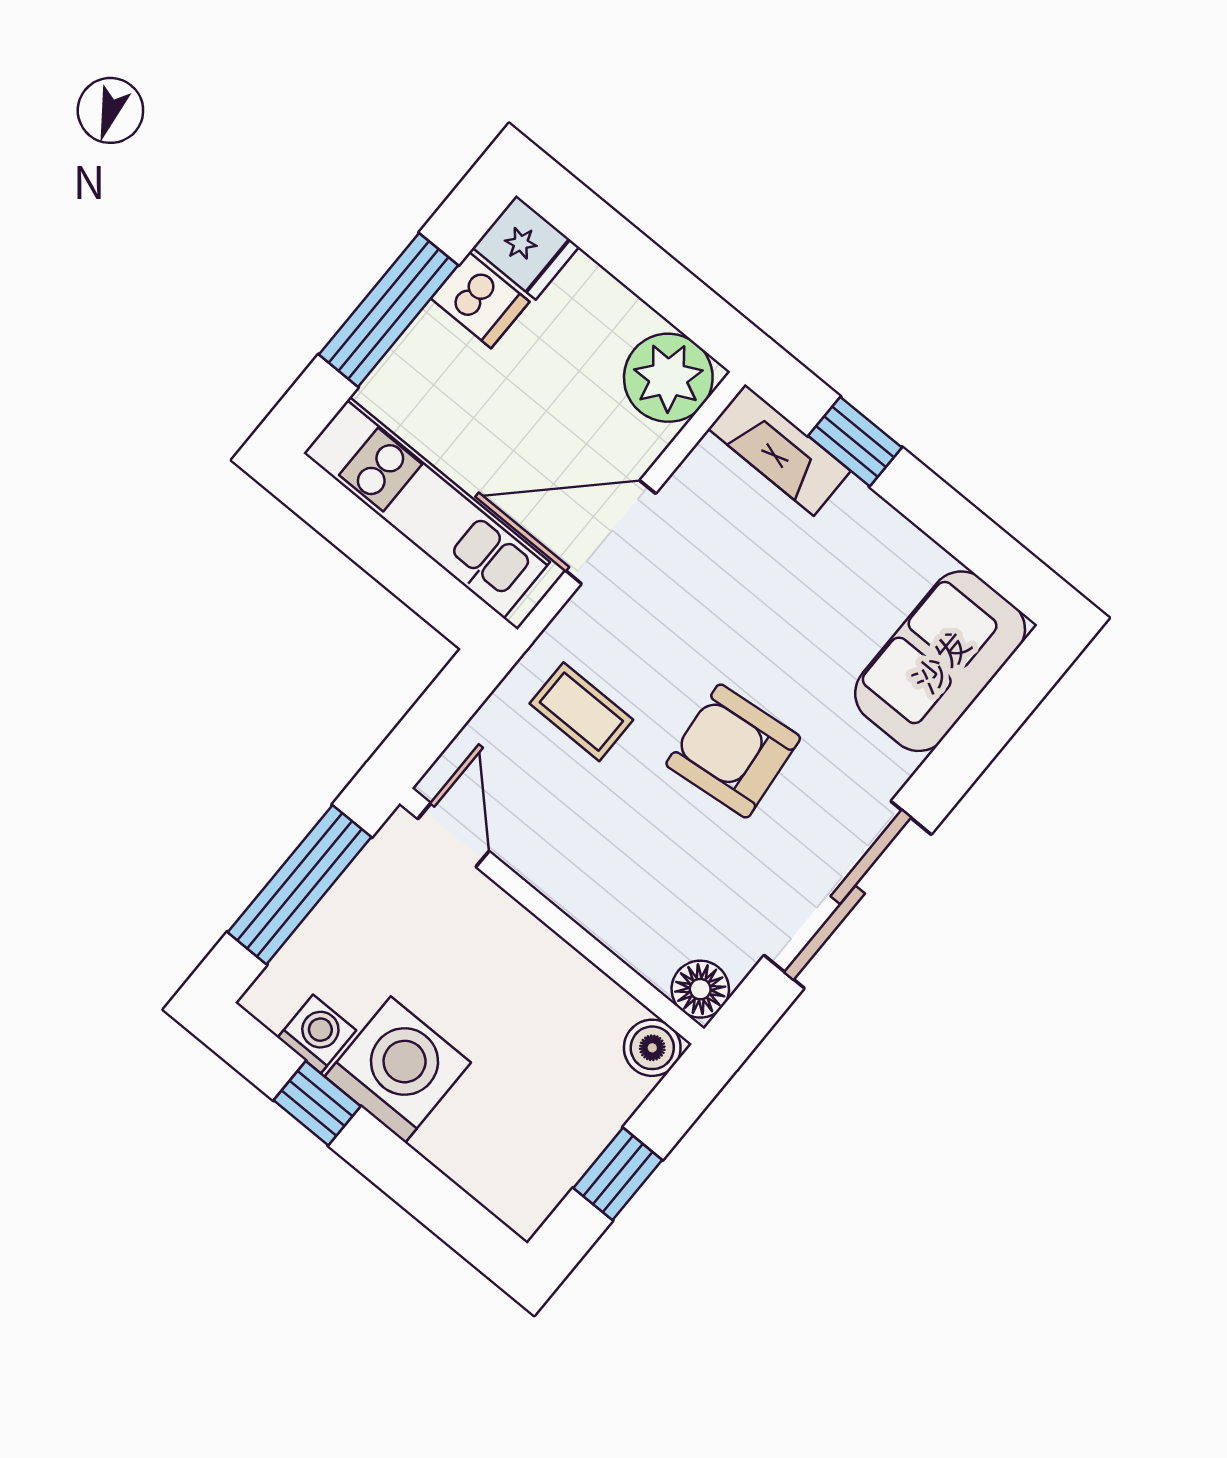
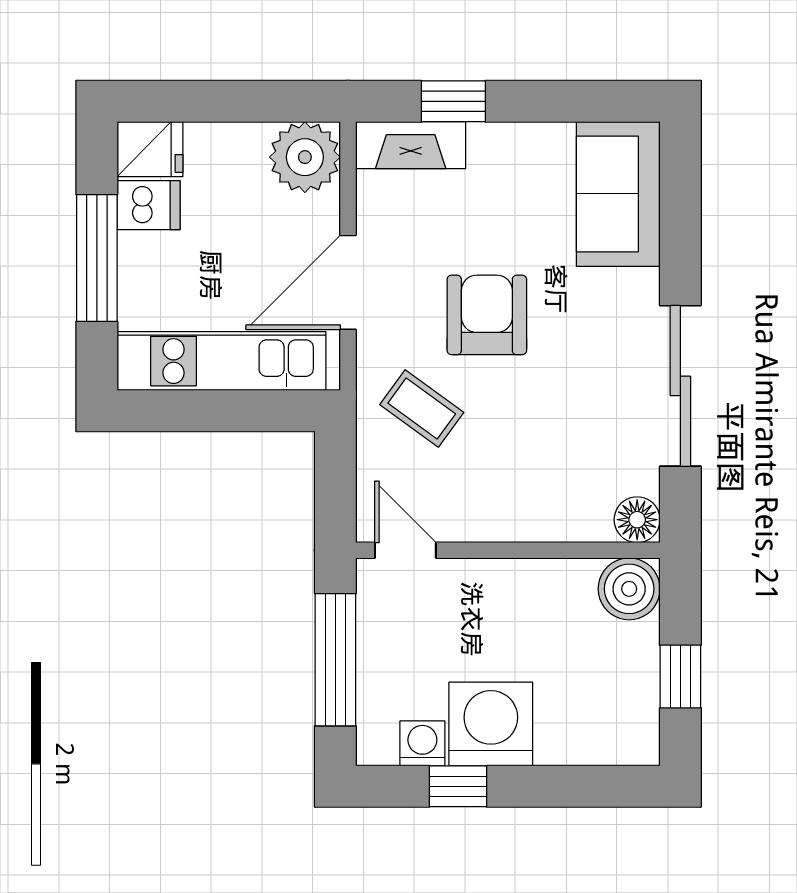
coffee table: (581, 712) -> (422, 408), turned 36
armchair: (733, 751) -> (487, 315), moved, turned 96
boiler: (652, 1048) -> (629, 589), width x1.36, depth x1.36

